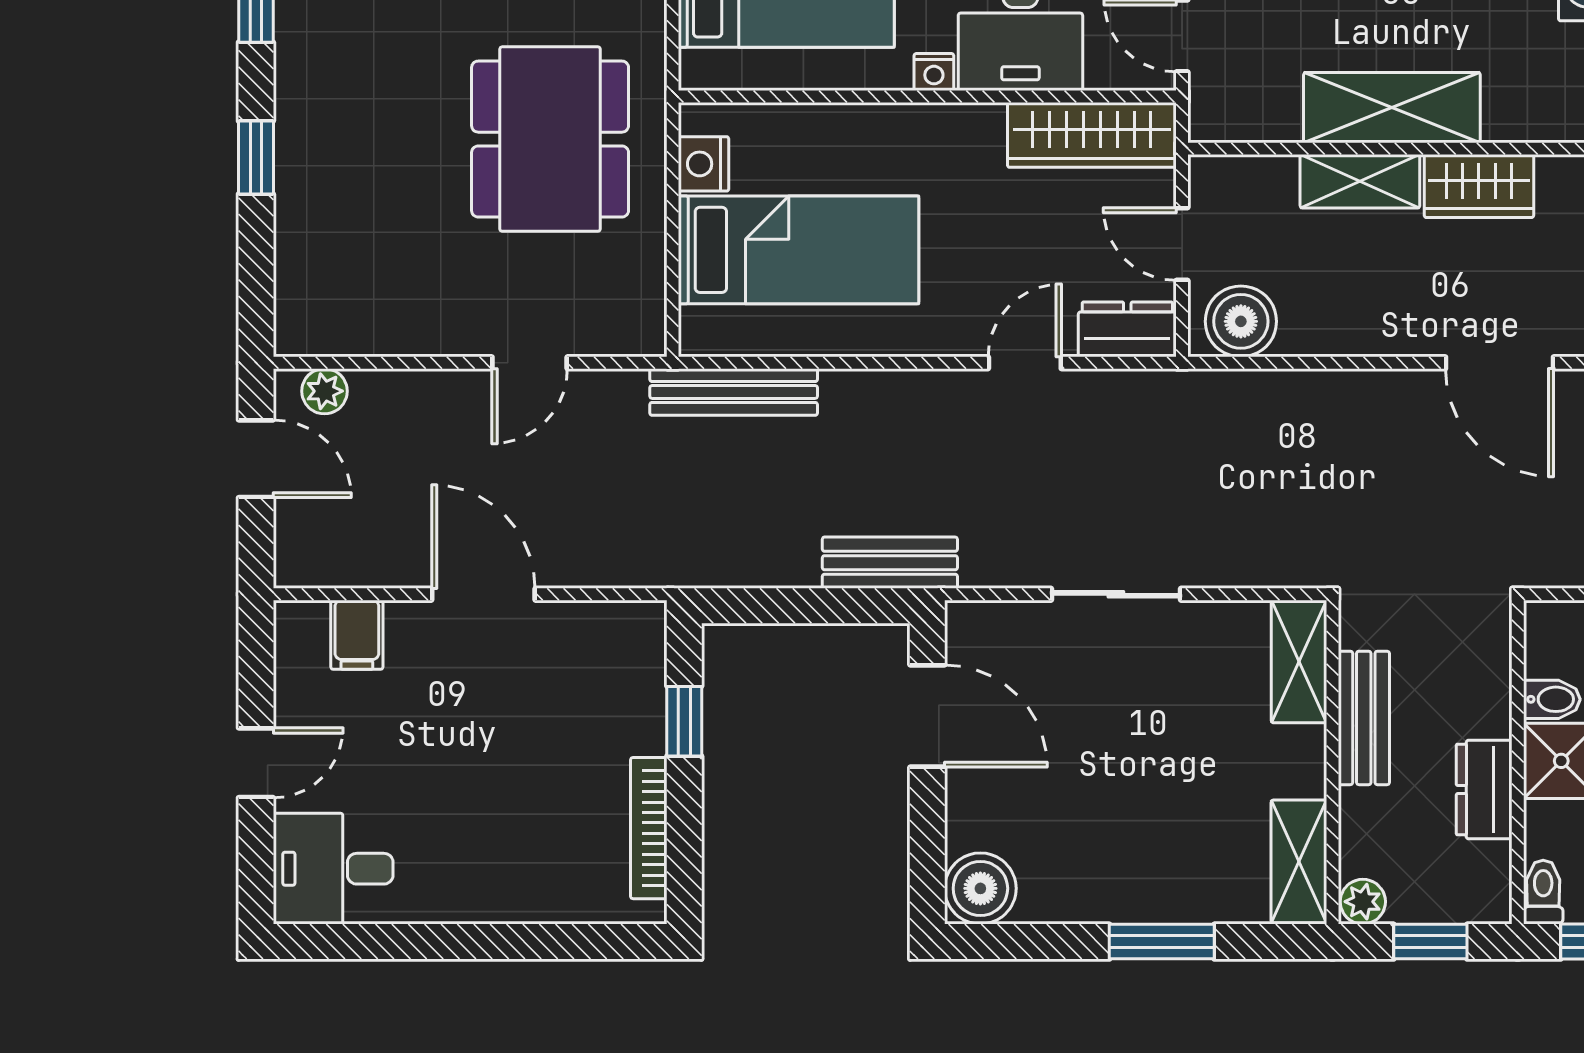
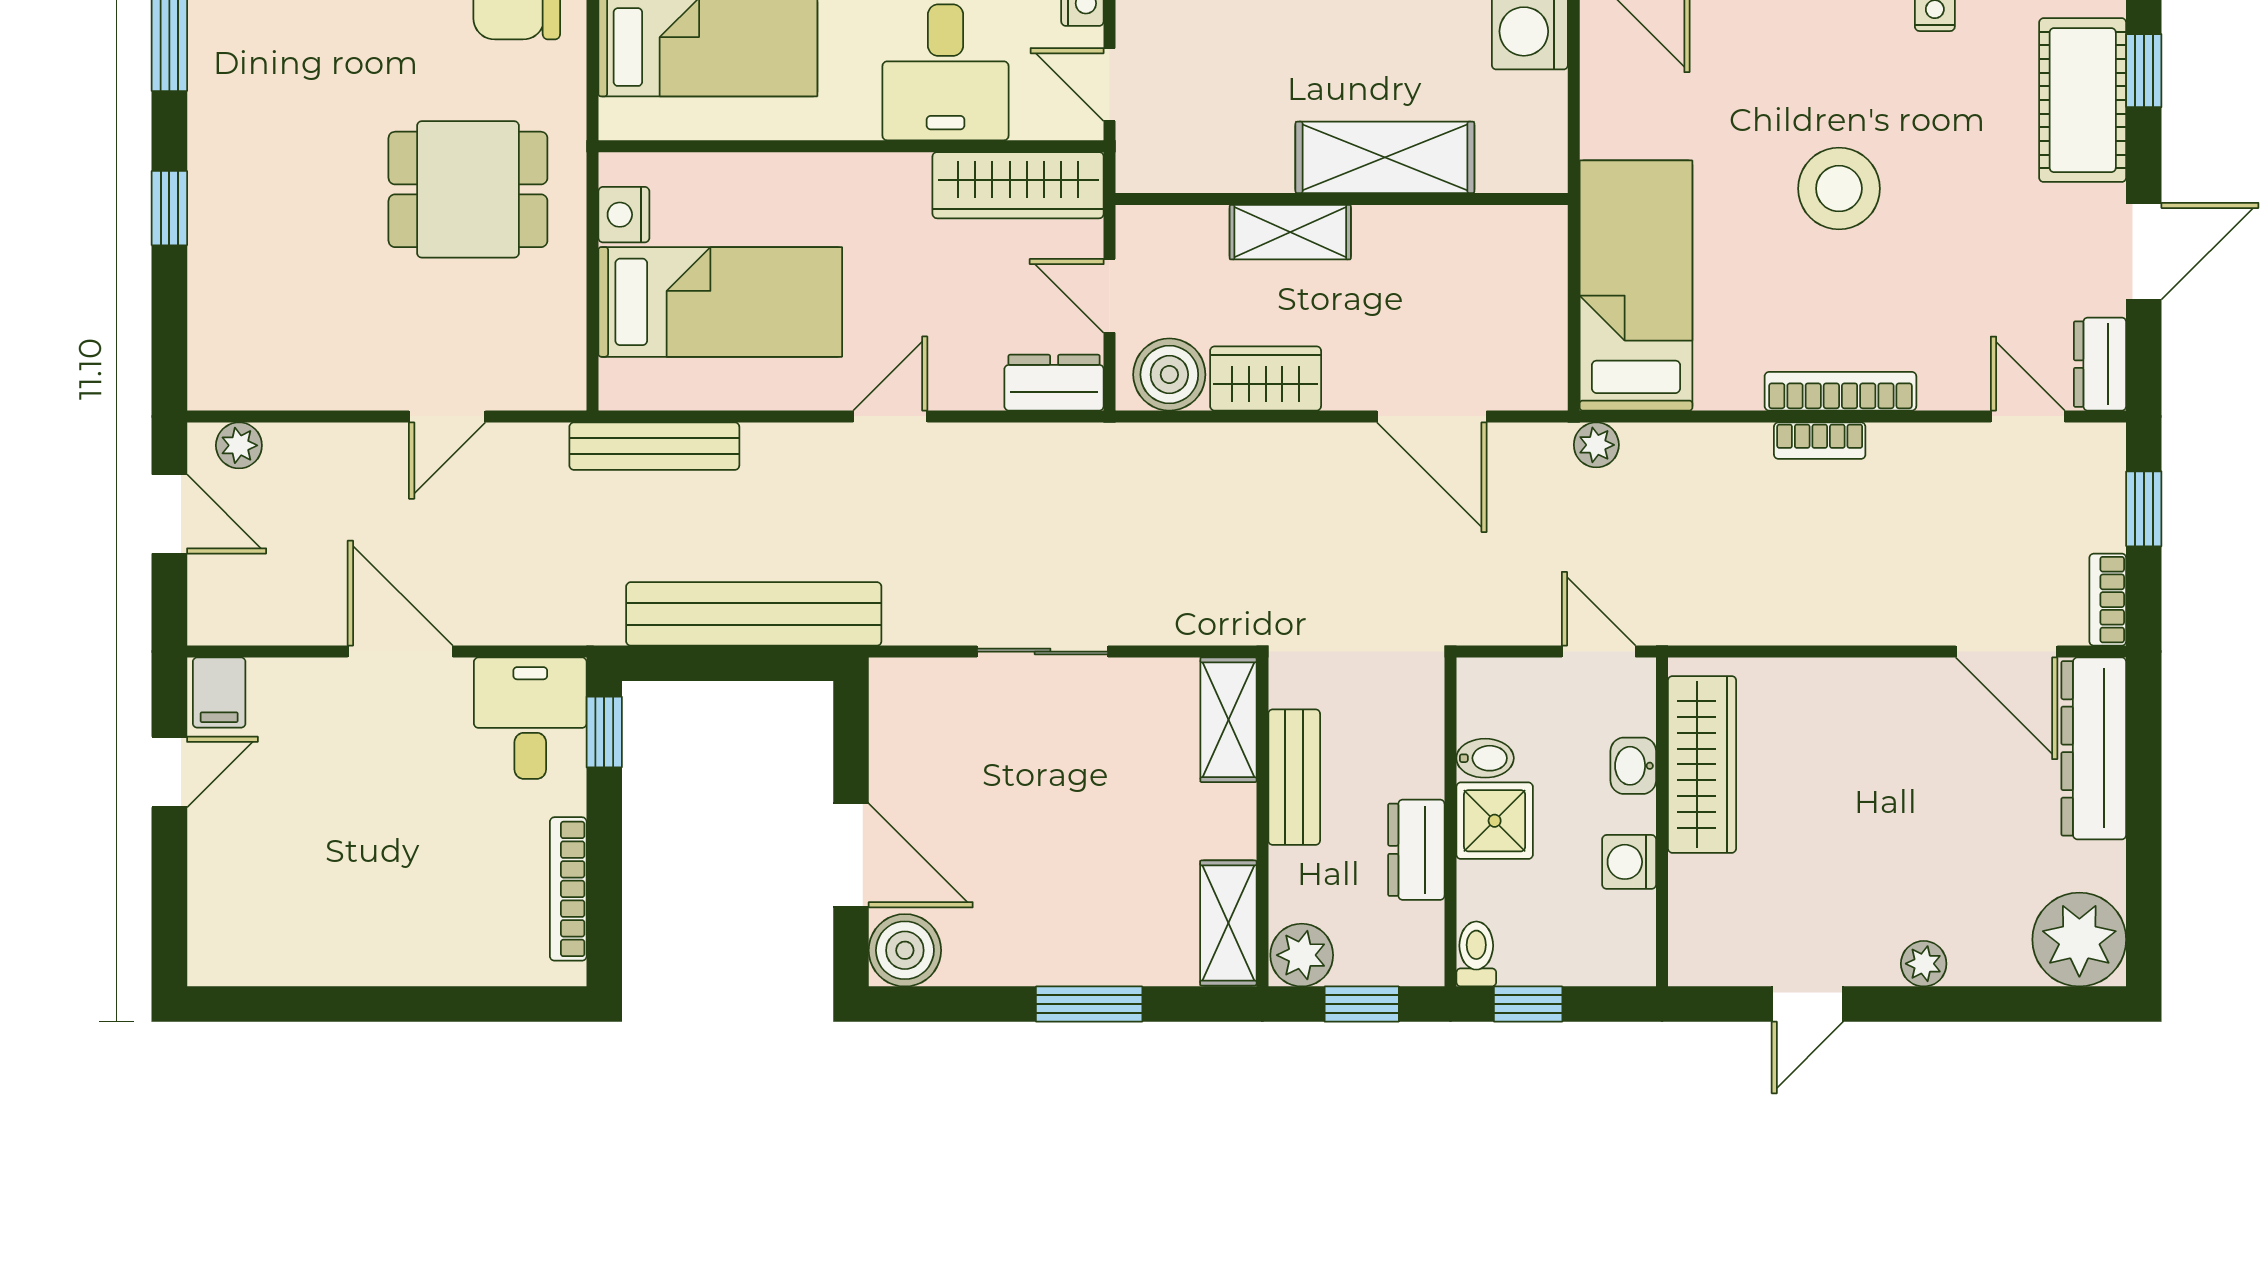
nightstand: (934, 72) -> (858, 121), removed
shelving: (1392, 108) -> (1385, 157), moved
dining table: (550, 139) -> (468, 189), width x0.73
wardrobe: (1479, 186) -> (1266, 378), moved, turned 180
door: (1025, 363) -> (890, 416), moved
bench: (890, 563) -> (754, 614), width x1.86, depth x1.21
filing cabinet: (357, 635) -> (219, 693), moved
door: (927, 716) -> (851, 855), moved
window: (684, 721) -> (604, 732), moved
door: (256, 763) -> (169, 772), moved
desk: (333, 869) -> (530, 718), moved, turned 90
plant: (1363, 902) -> (1302, 955), width x1.38, depth x1.38

